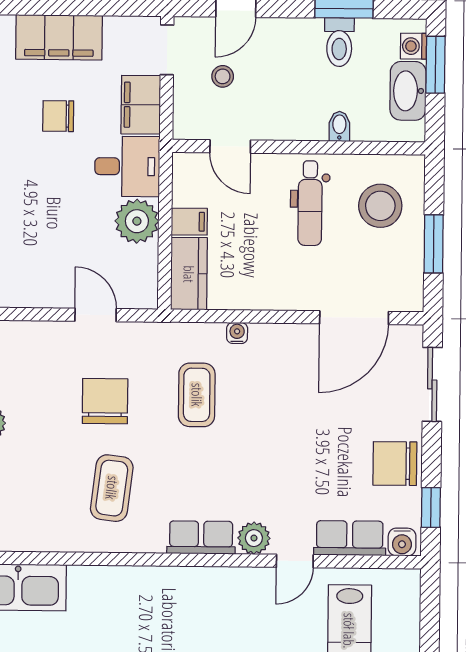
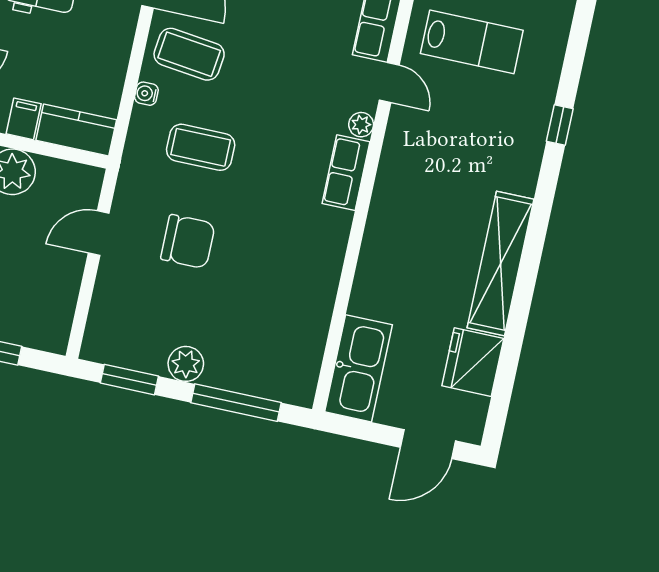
chair: (105, 401) -> (188, 241), turned 180
coffee table: (112, 488) -> (189, 54), moved
plant: (254, 538) -> (361, 125), width x0.73, depth x0.73

